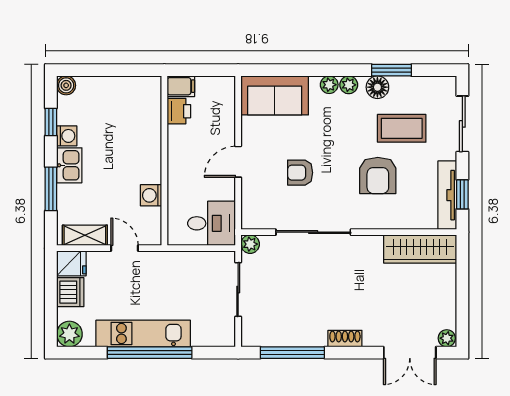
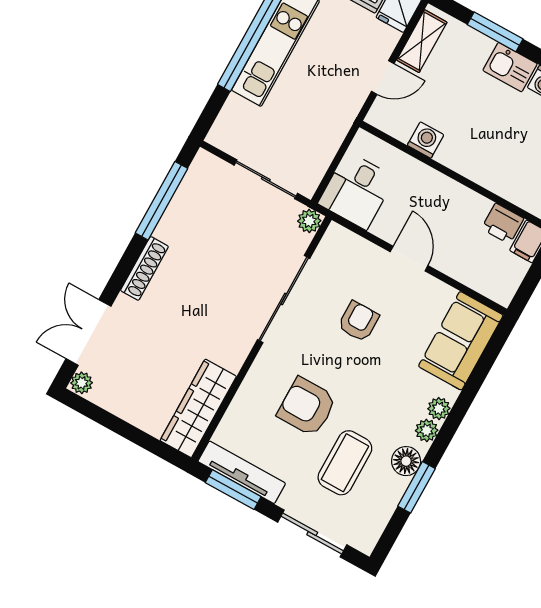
window: (462, 194) -> (233, 490), width x1.50
shoe rack: (345, 339) -> (144, 268), width x1.43

